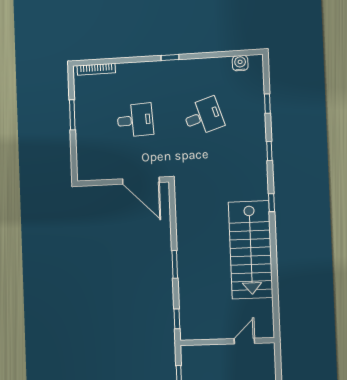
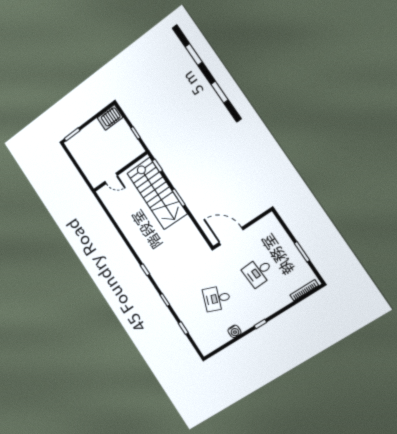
water cooler: (240, 63) -> (234, 331), moved
desk: (203, 116) -> (217, 298), turned 39
stairs: (251, 250) -> (157, 193), moved, turned 180
door: (244, 341) -> (111, 178), hinge flipped

